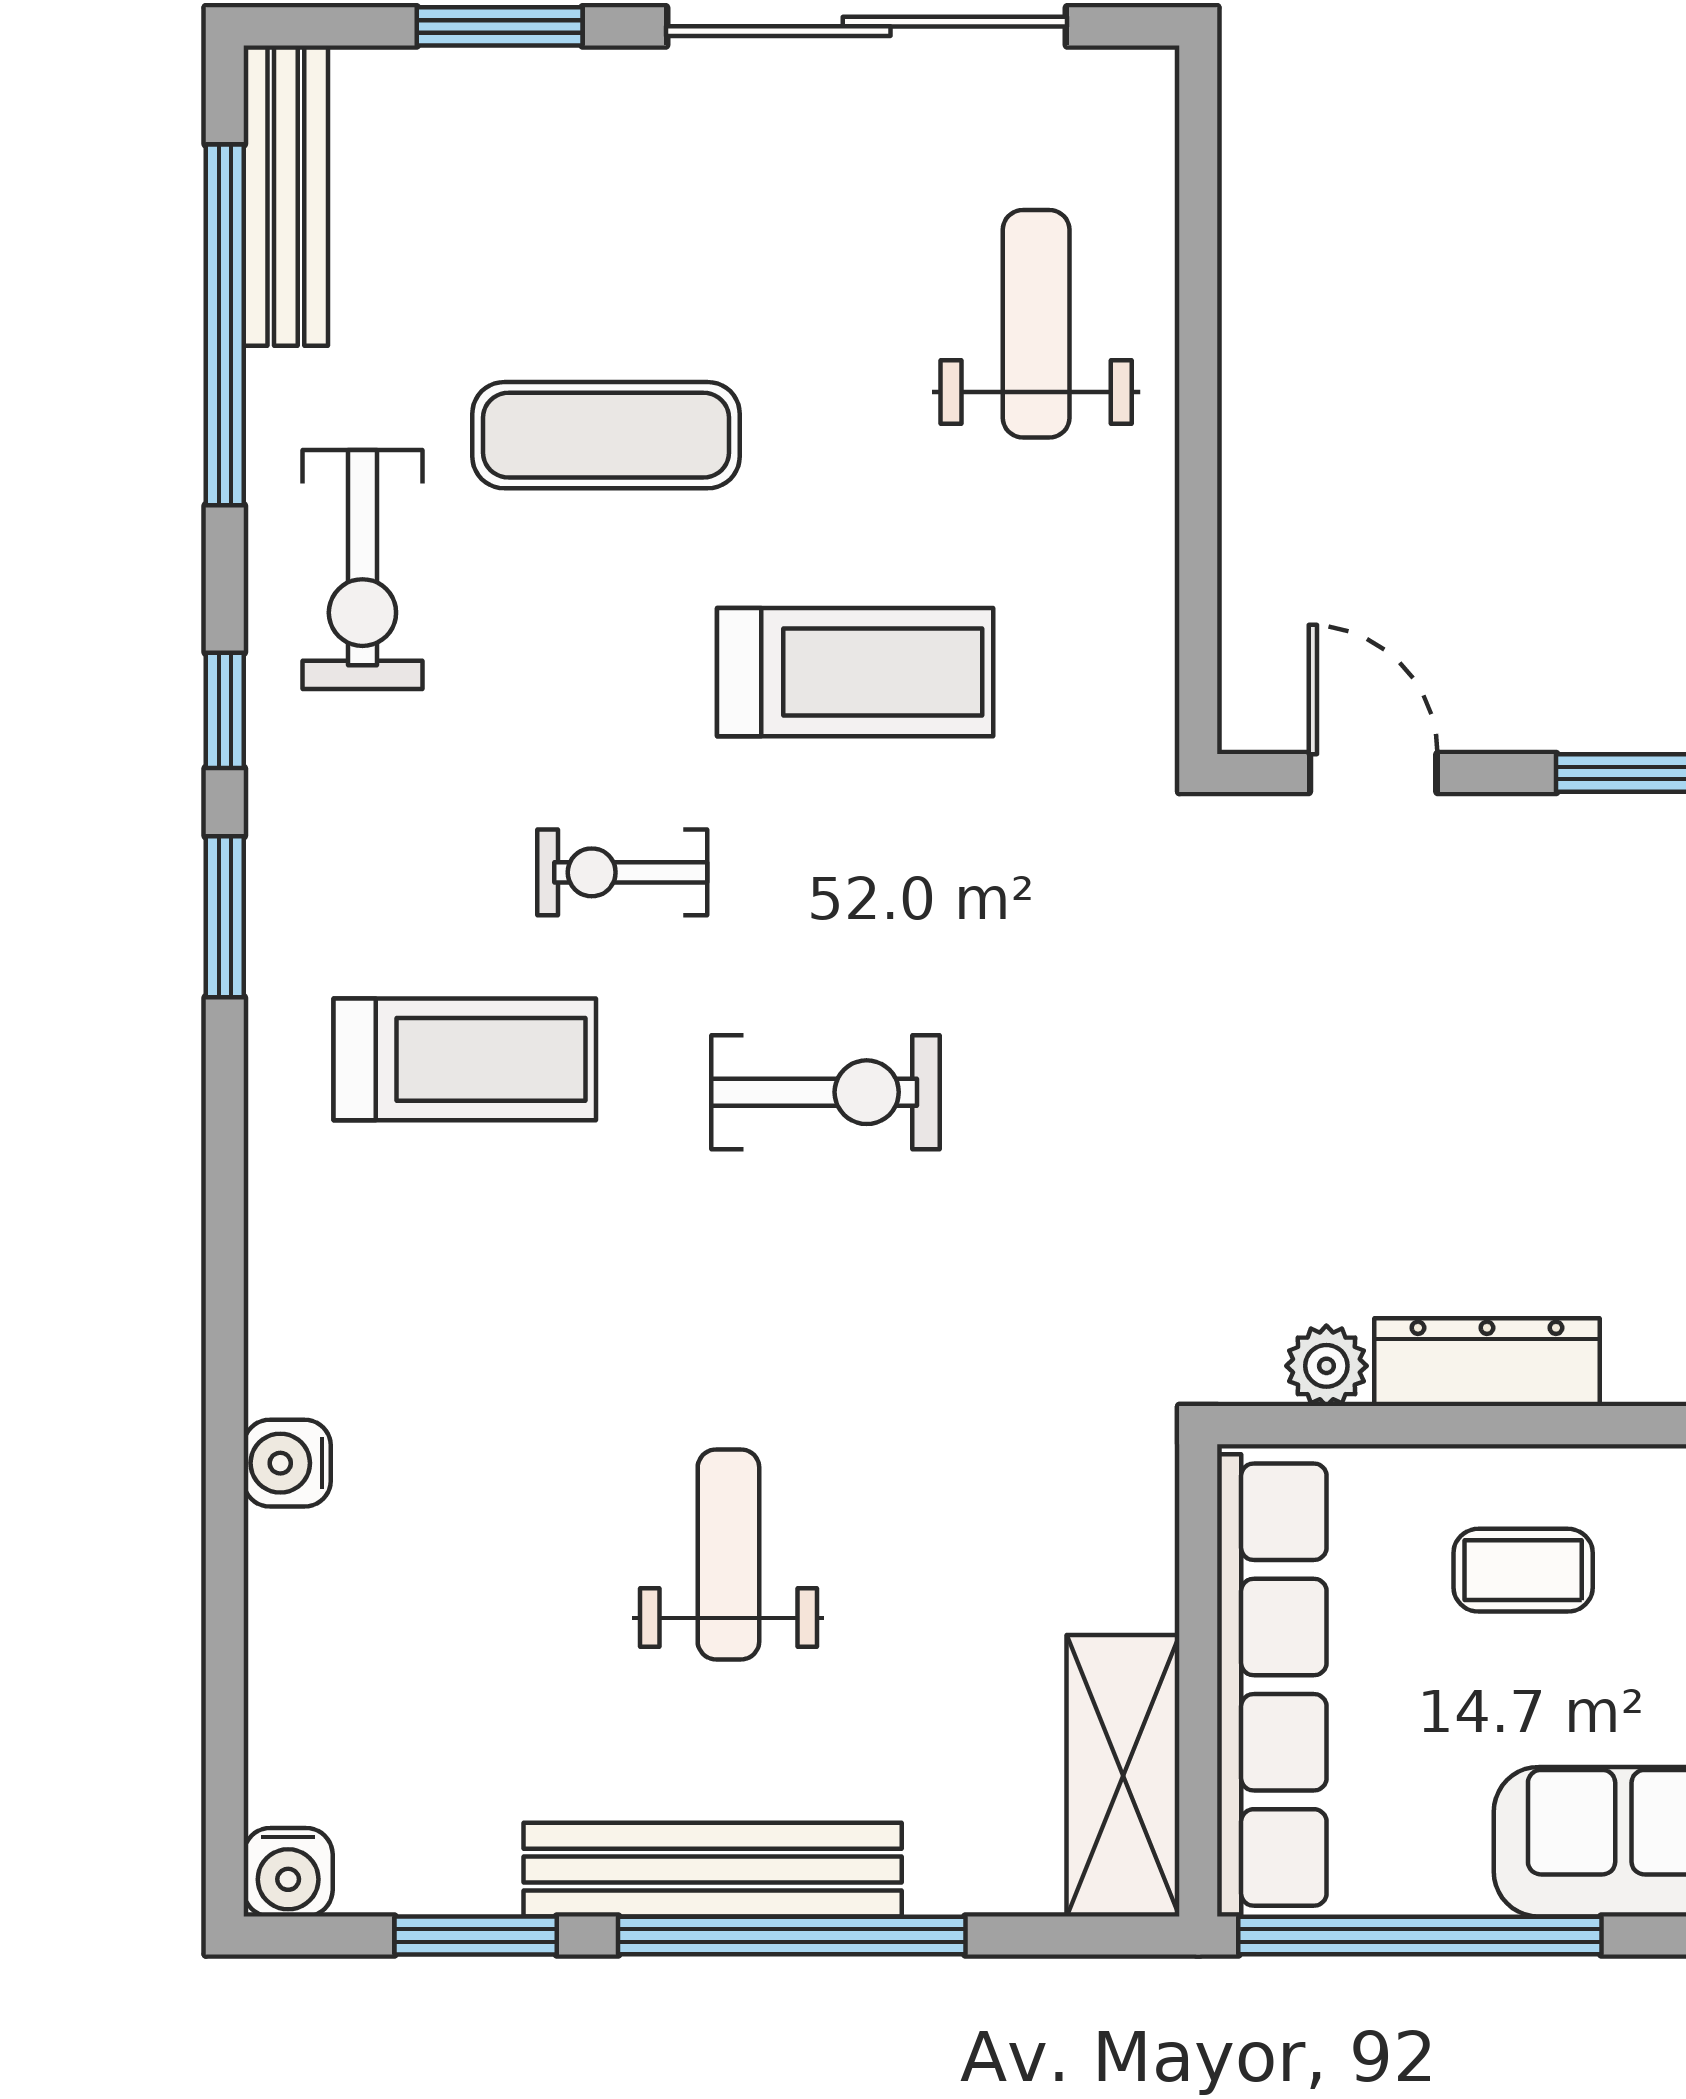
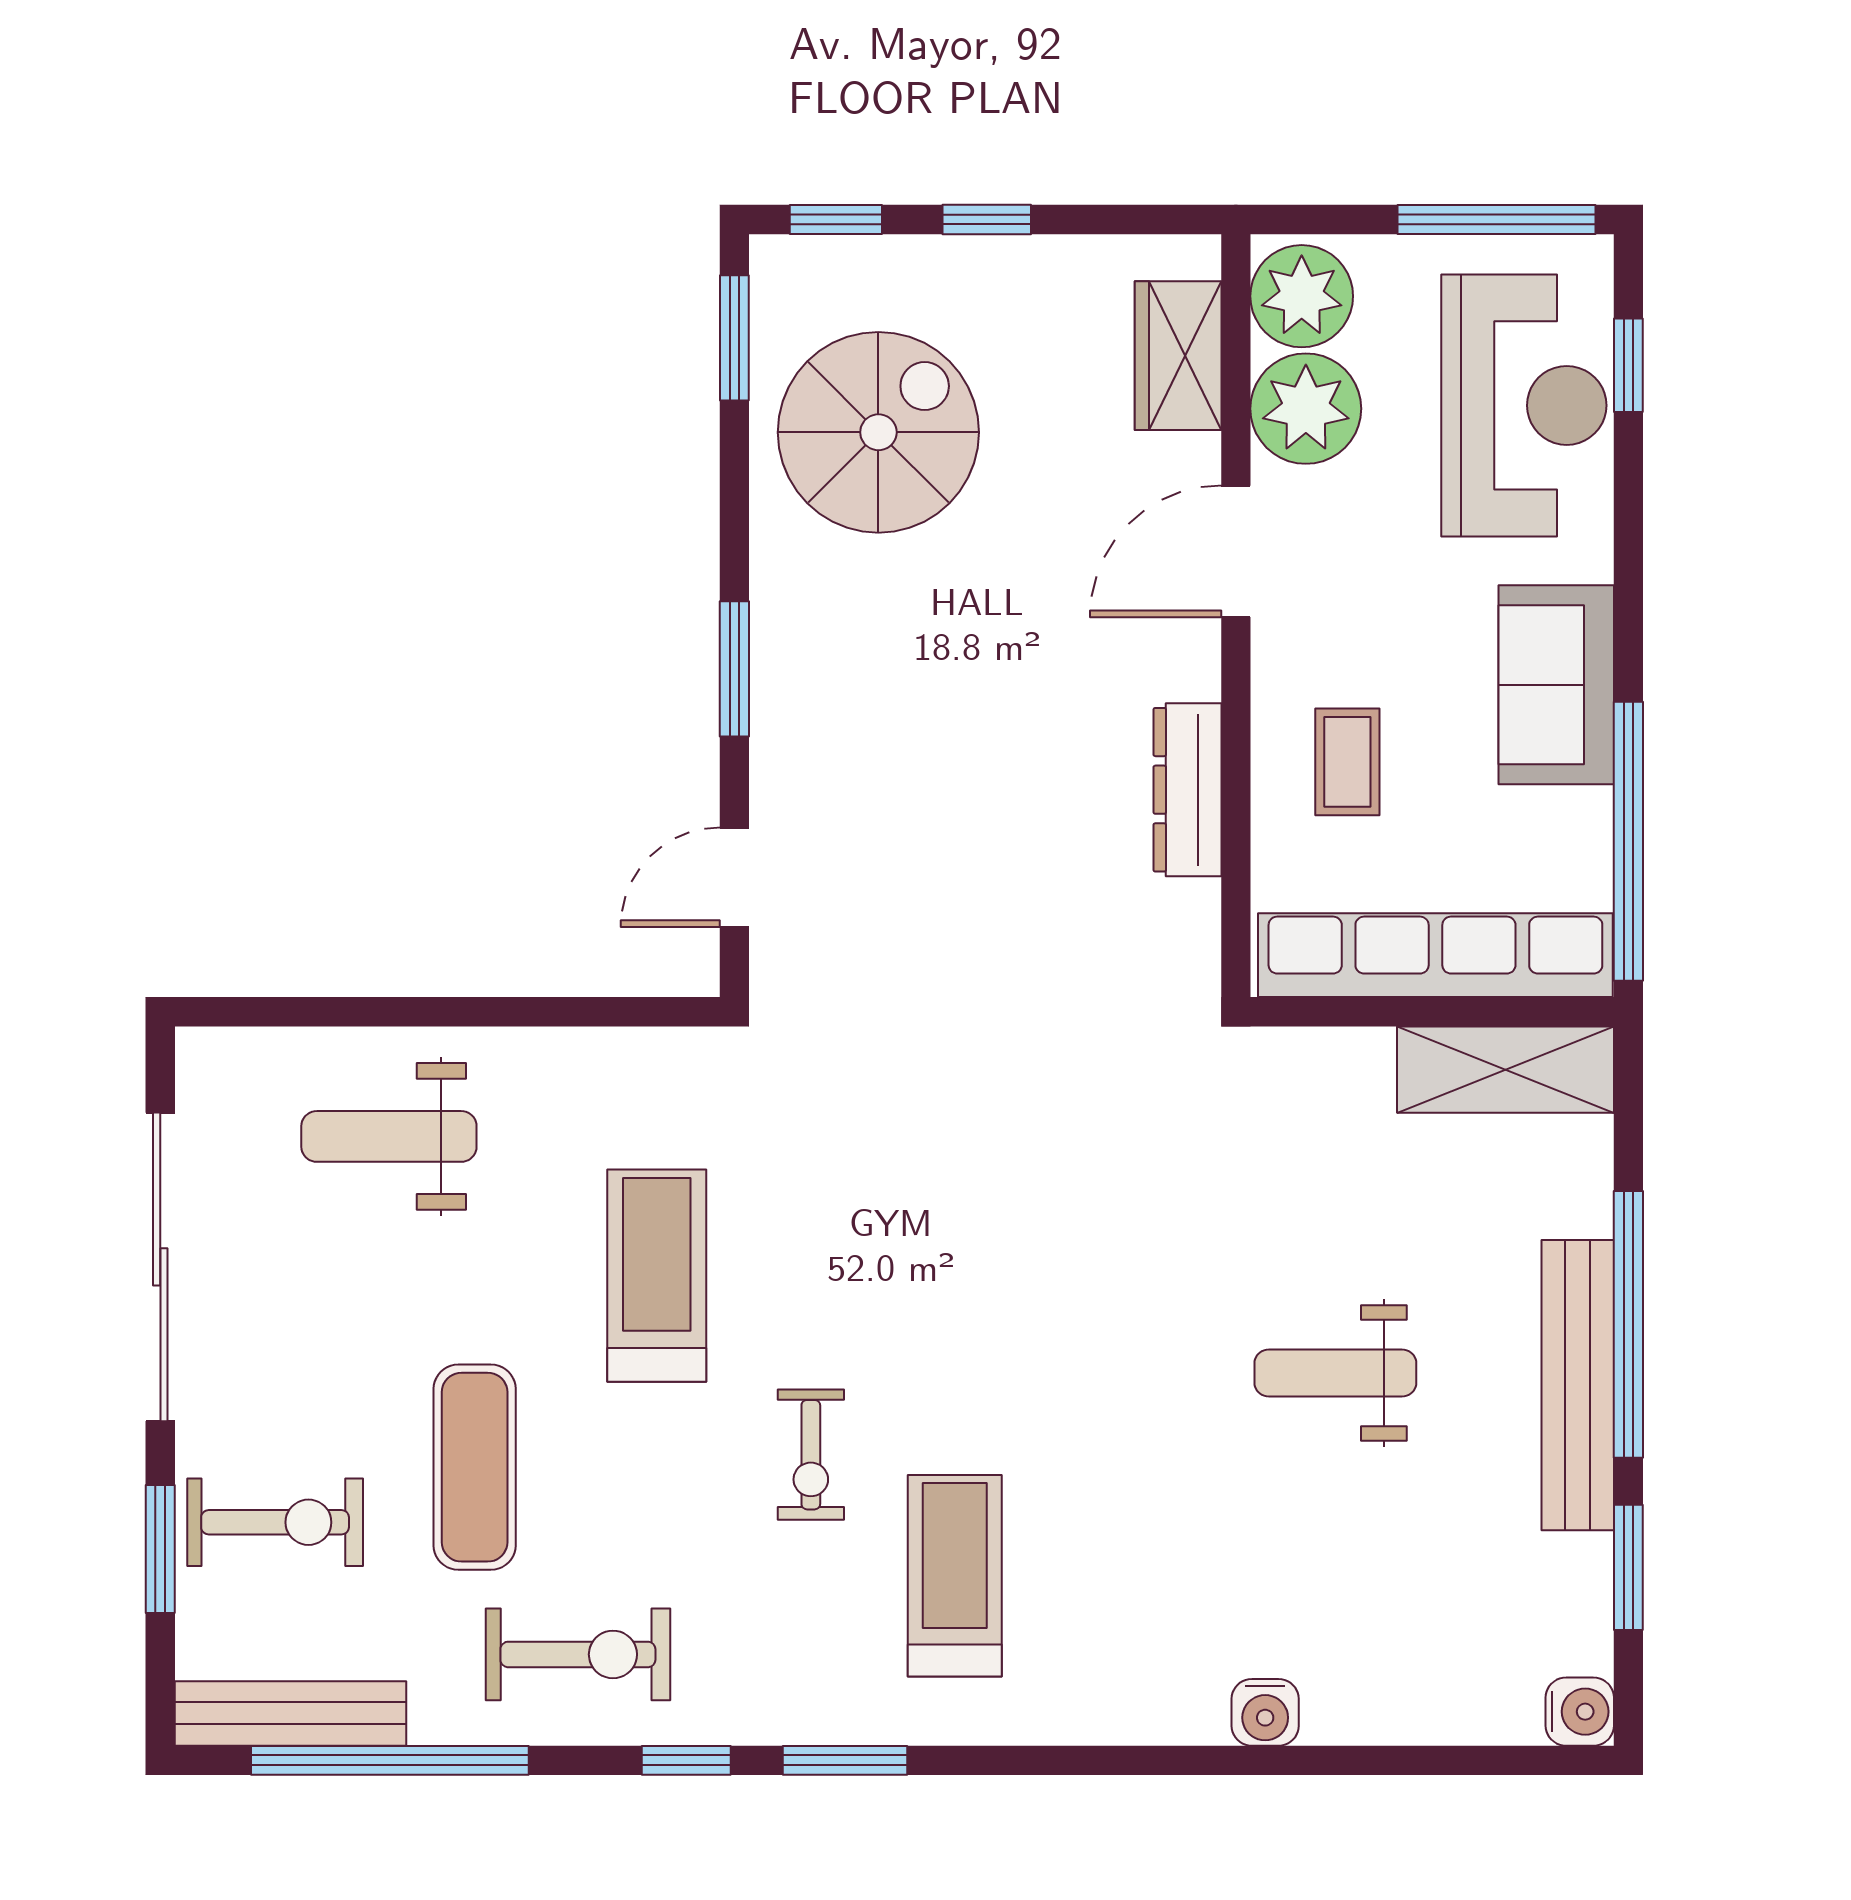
exercise bike: (826, 1092) -> (275, 1522), moved, turned 90
plant: (1326, 1366) -> (1190, 913), removed

